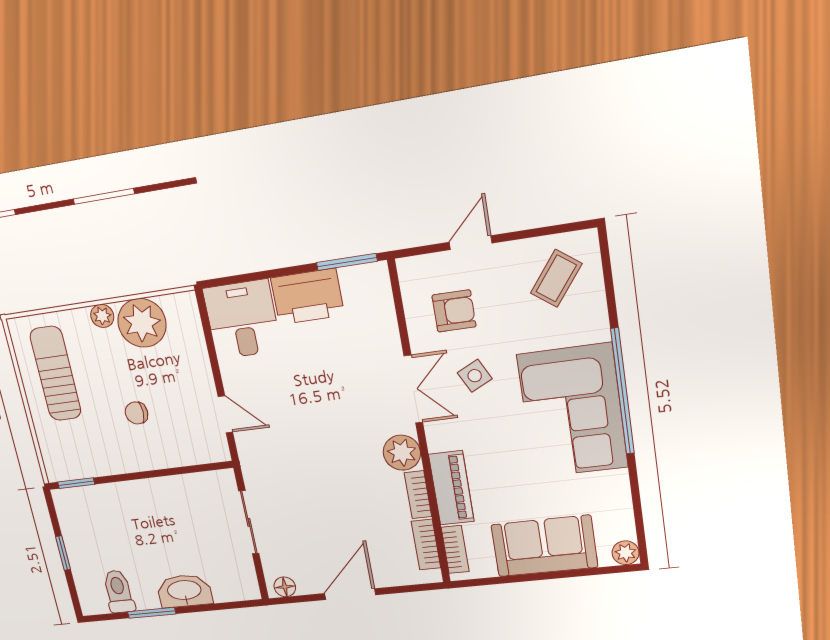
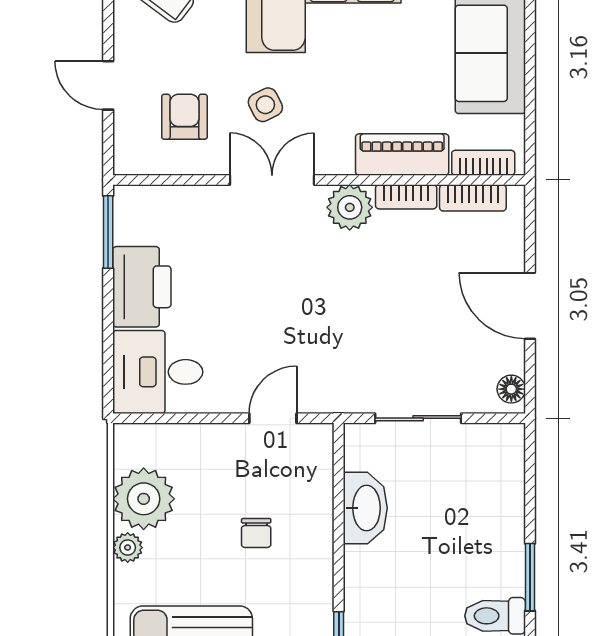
washbasin: (184, 591) -> (365, 508), moved, turned 180

